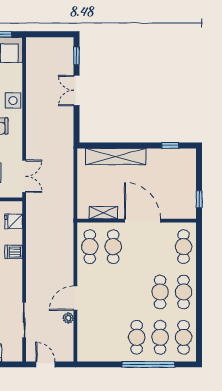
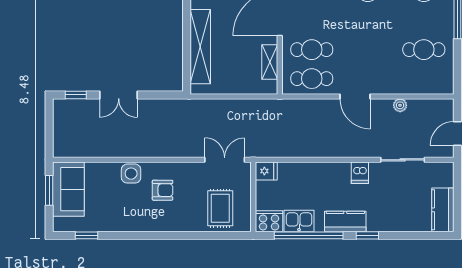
fridge: (14, 221) -> (266, 171), moved, turned -90
dishwasher: (14, 252) -> (360, 173), moved
door: (75, 298) -> (355, 96), moved
cafe table: (137, 337) -> (424, 50), moved

